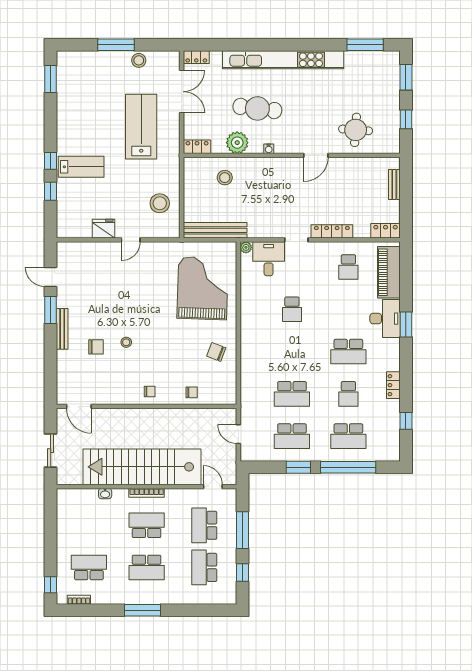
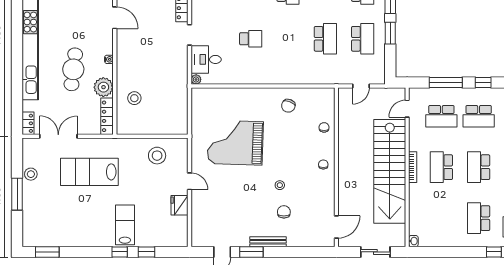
locker: (197, 147) -> (107, 116), width x1.53
bench: (215, 230) -> (181, 107), removed
grand piano: (203, 288) -> (235, 143), moved
washbasin: (105, 494) -> (413, 241), moved
school desk: (147, 567) -> (479, 167), turned 180

